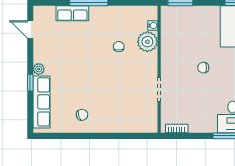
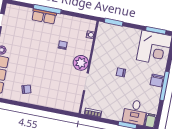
row of seats: (72, 13) -> (44, 16), moved
plant: (147, 42) -> (81, 63), moved

